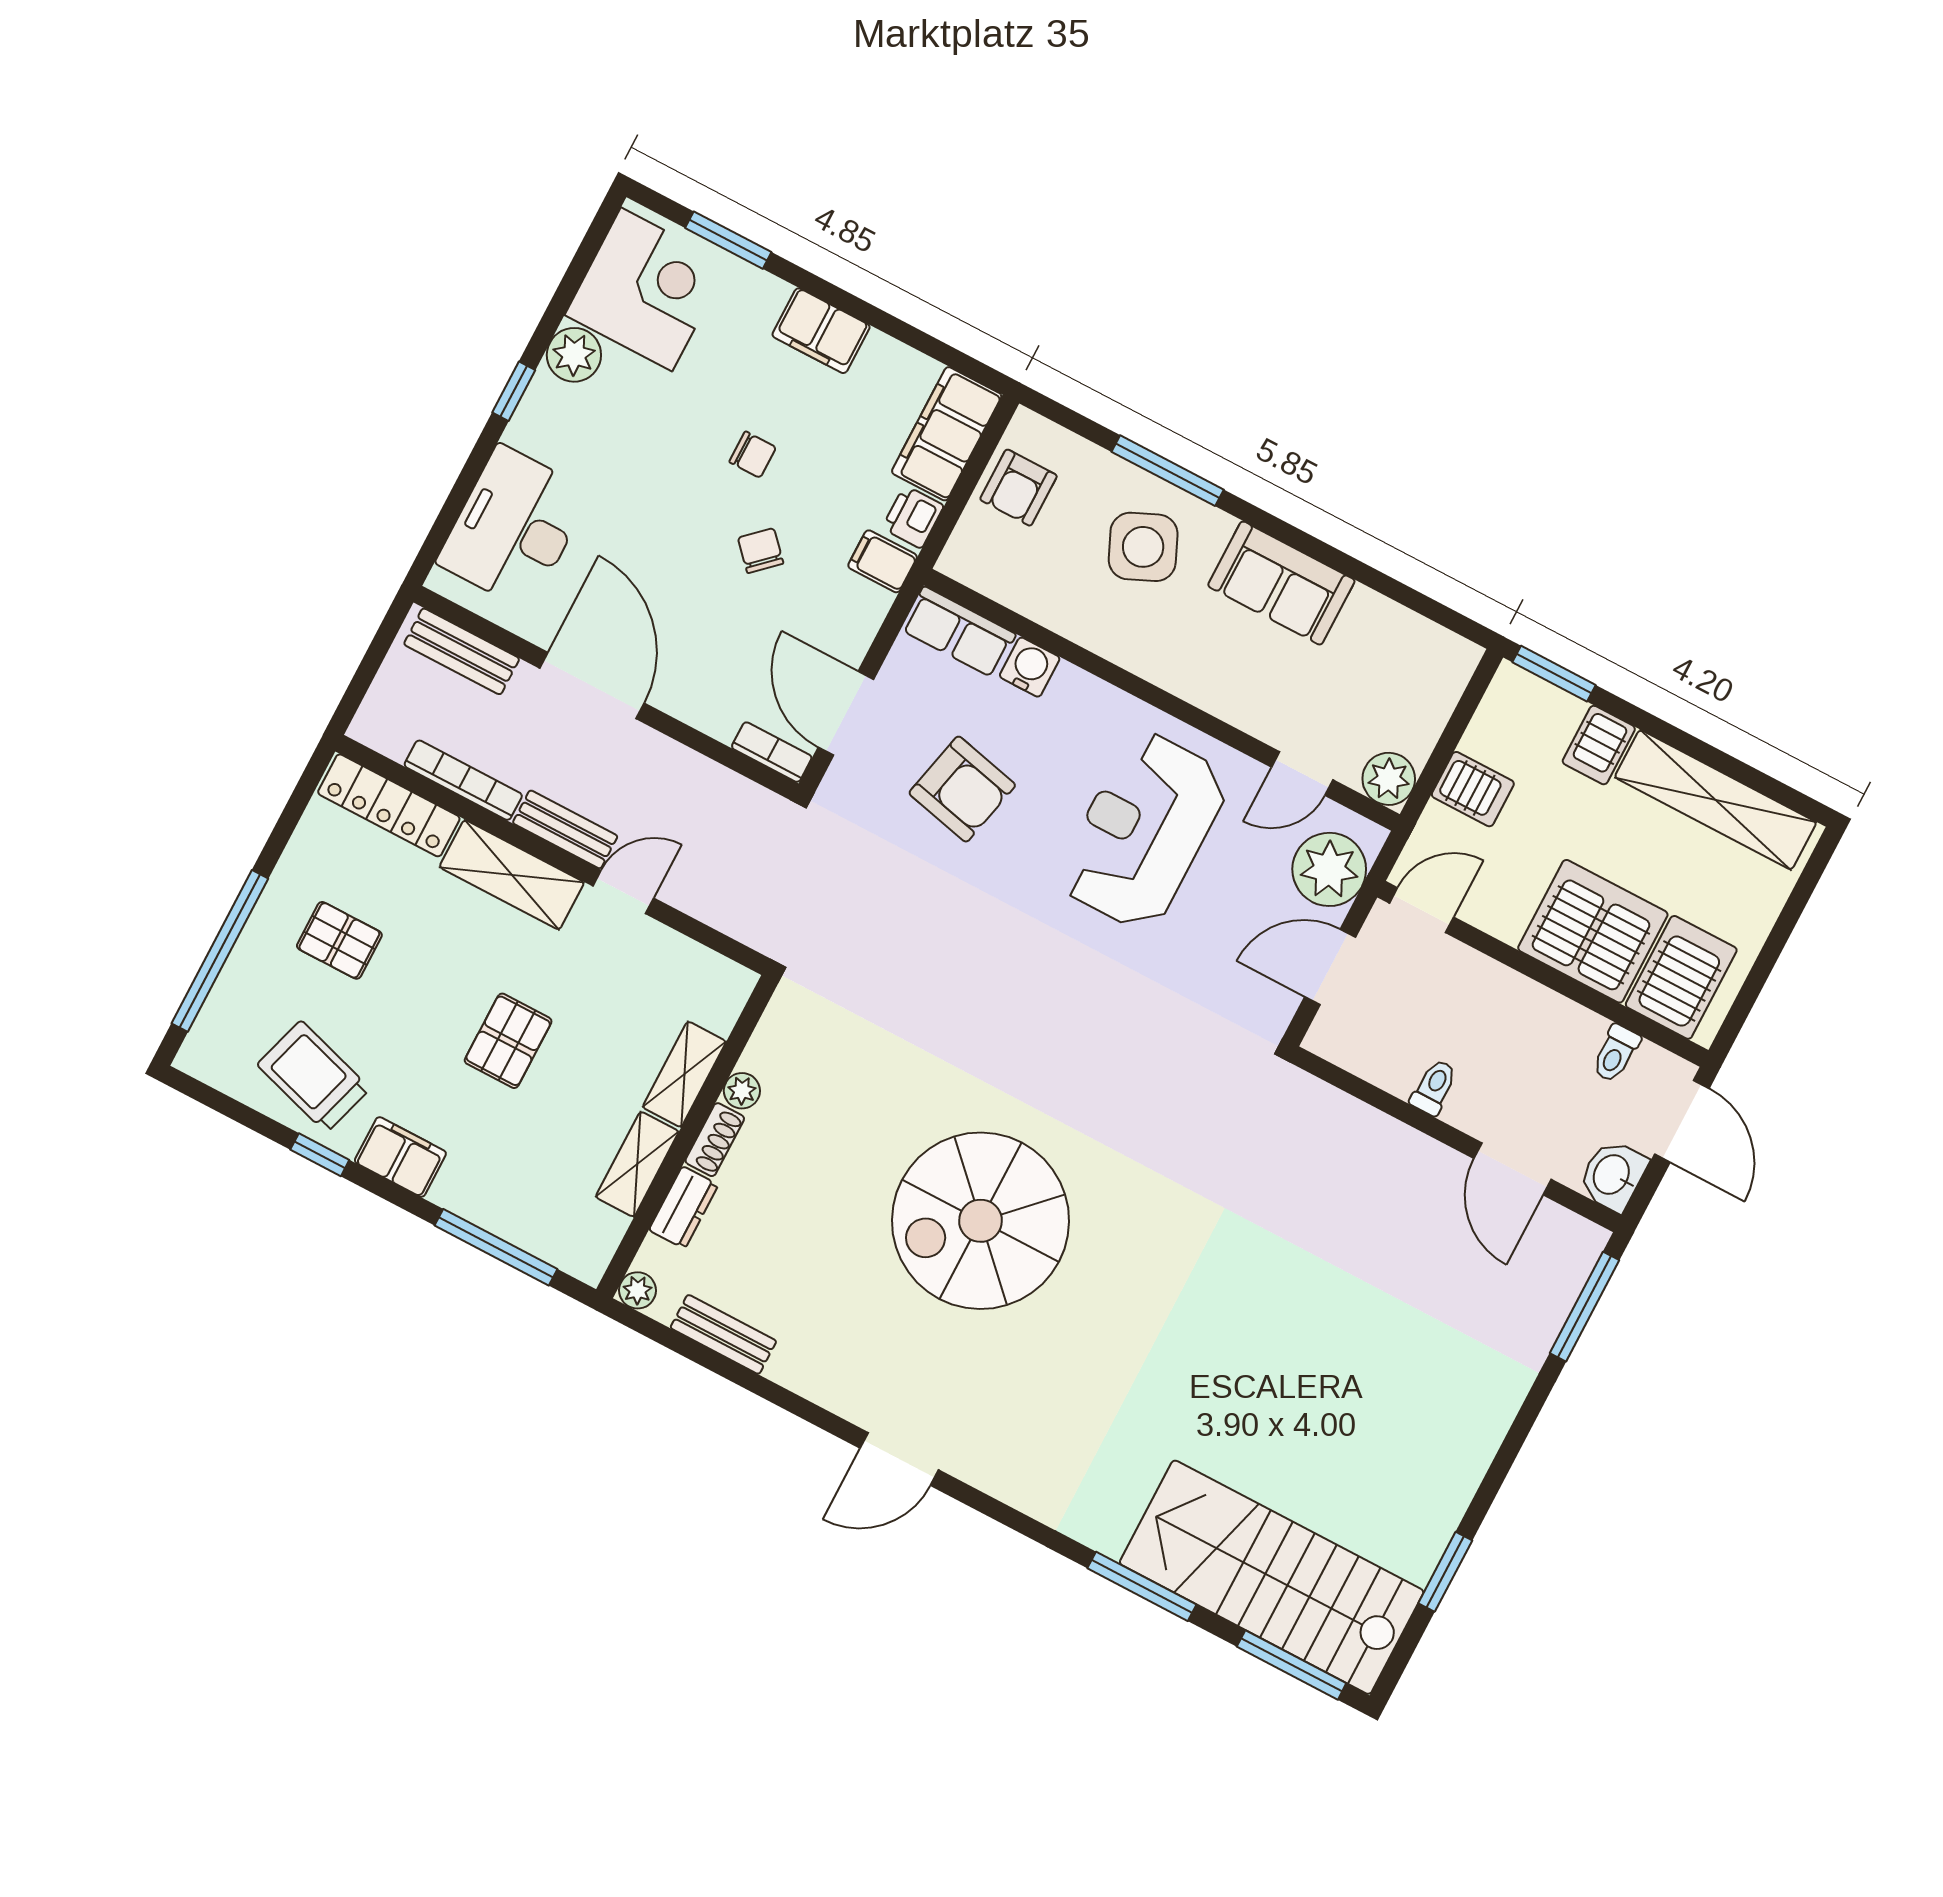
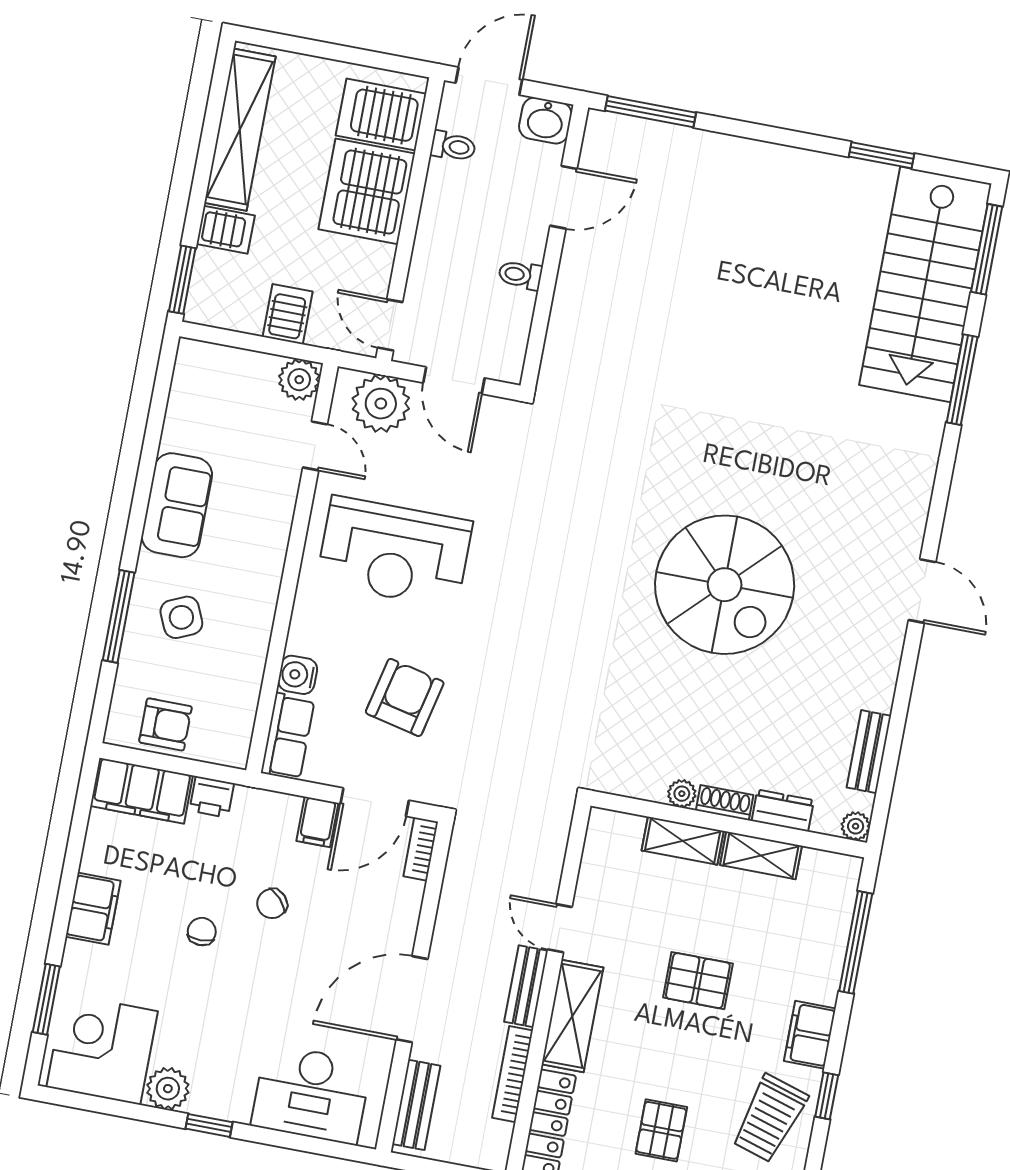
side table: (1143, 547) -> (181, 617), width x0.73, depth x0.73
filing cabinet: (883, 561) -> (317, 822), moved

